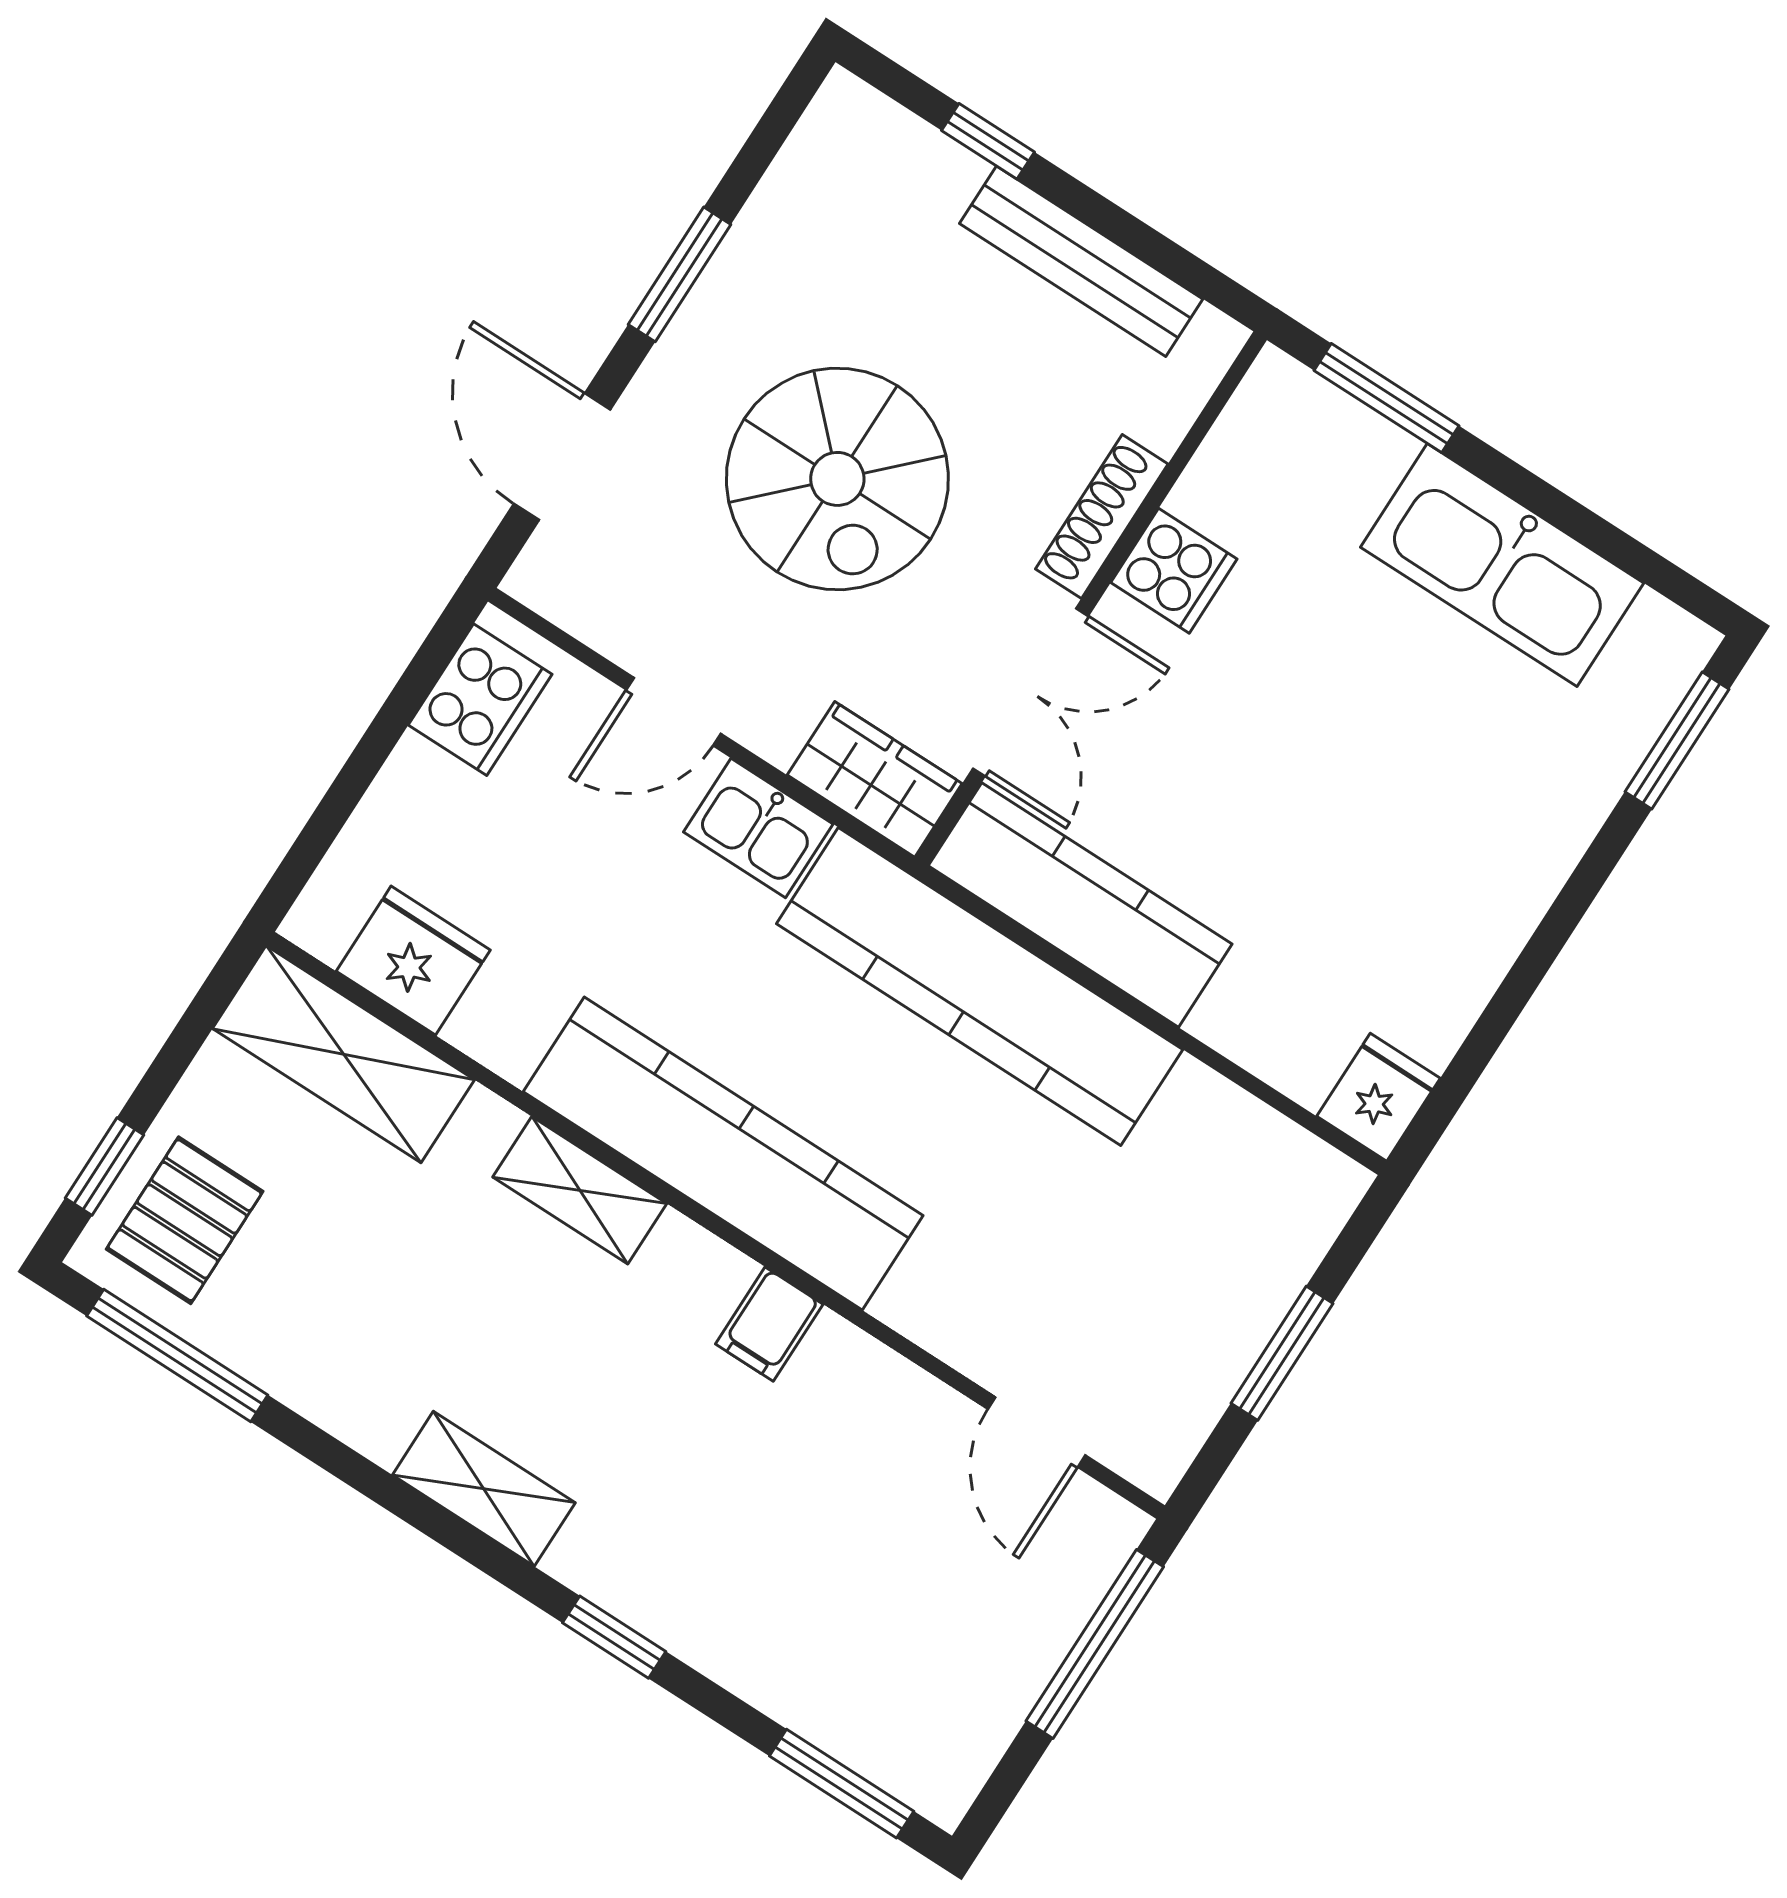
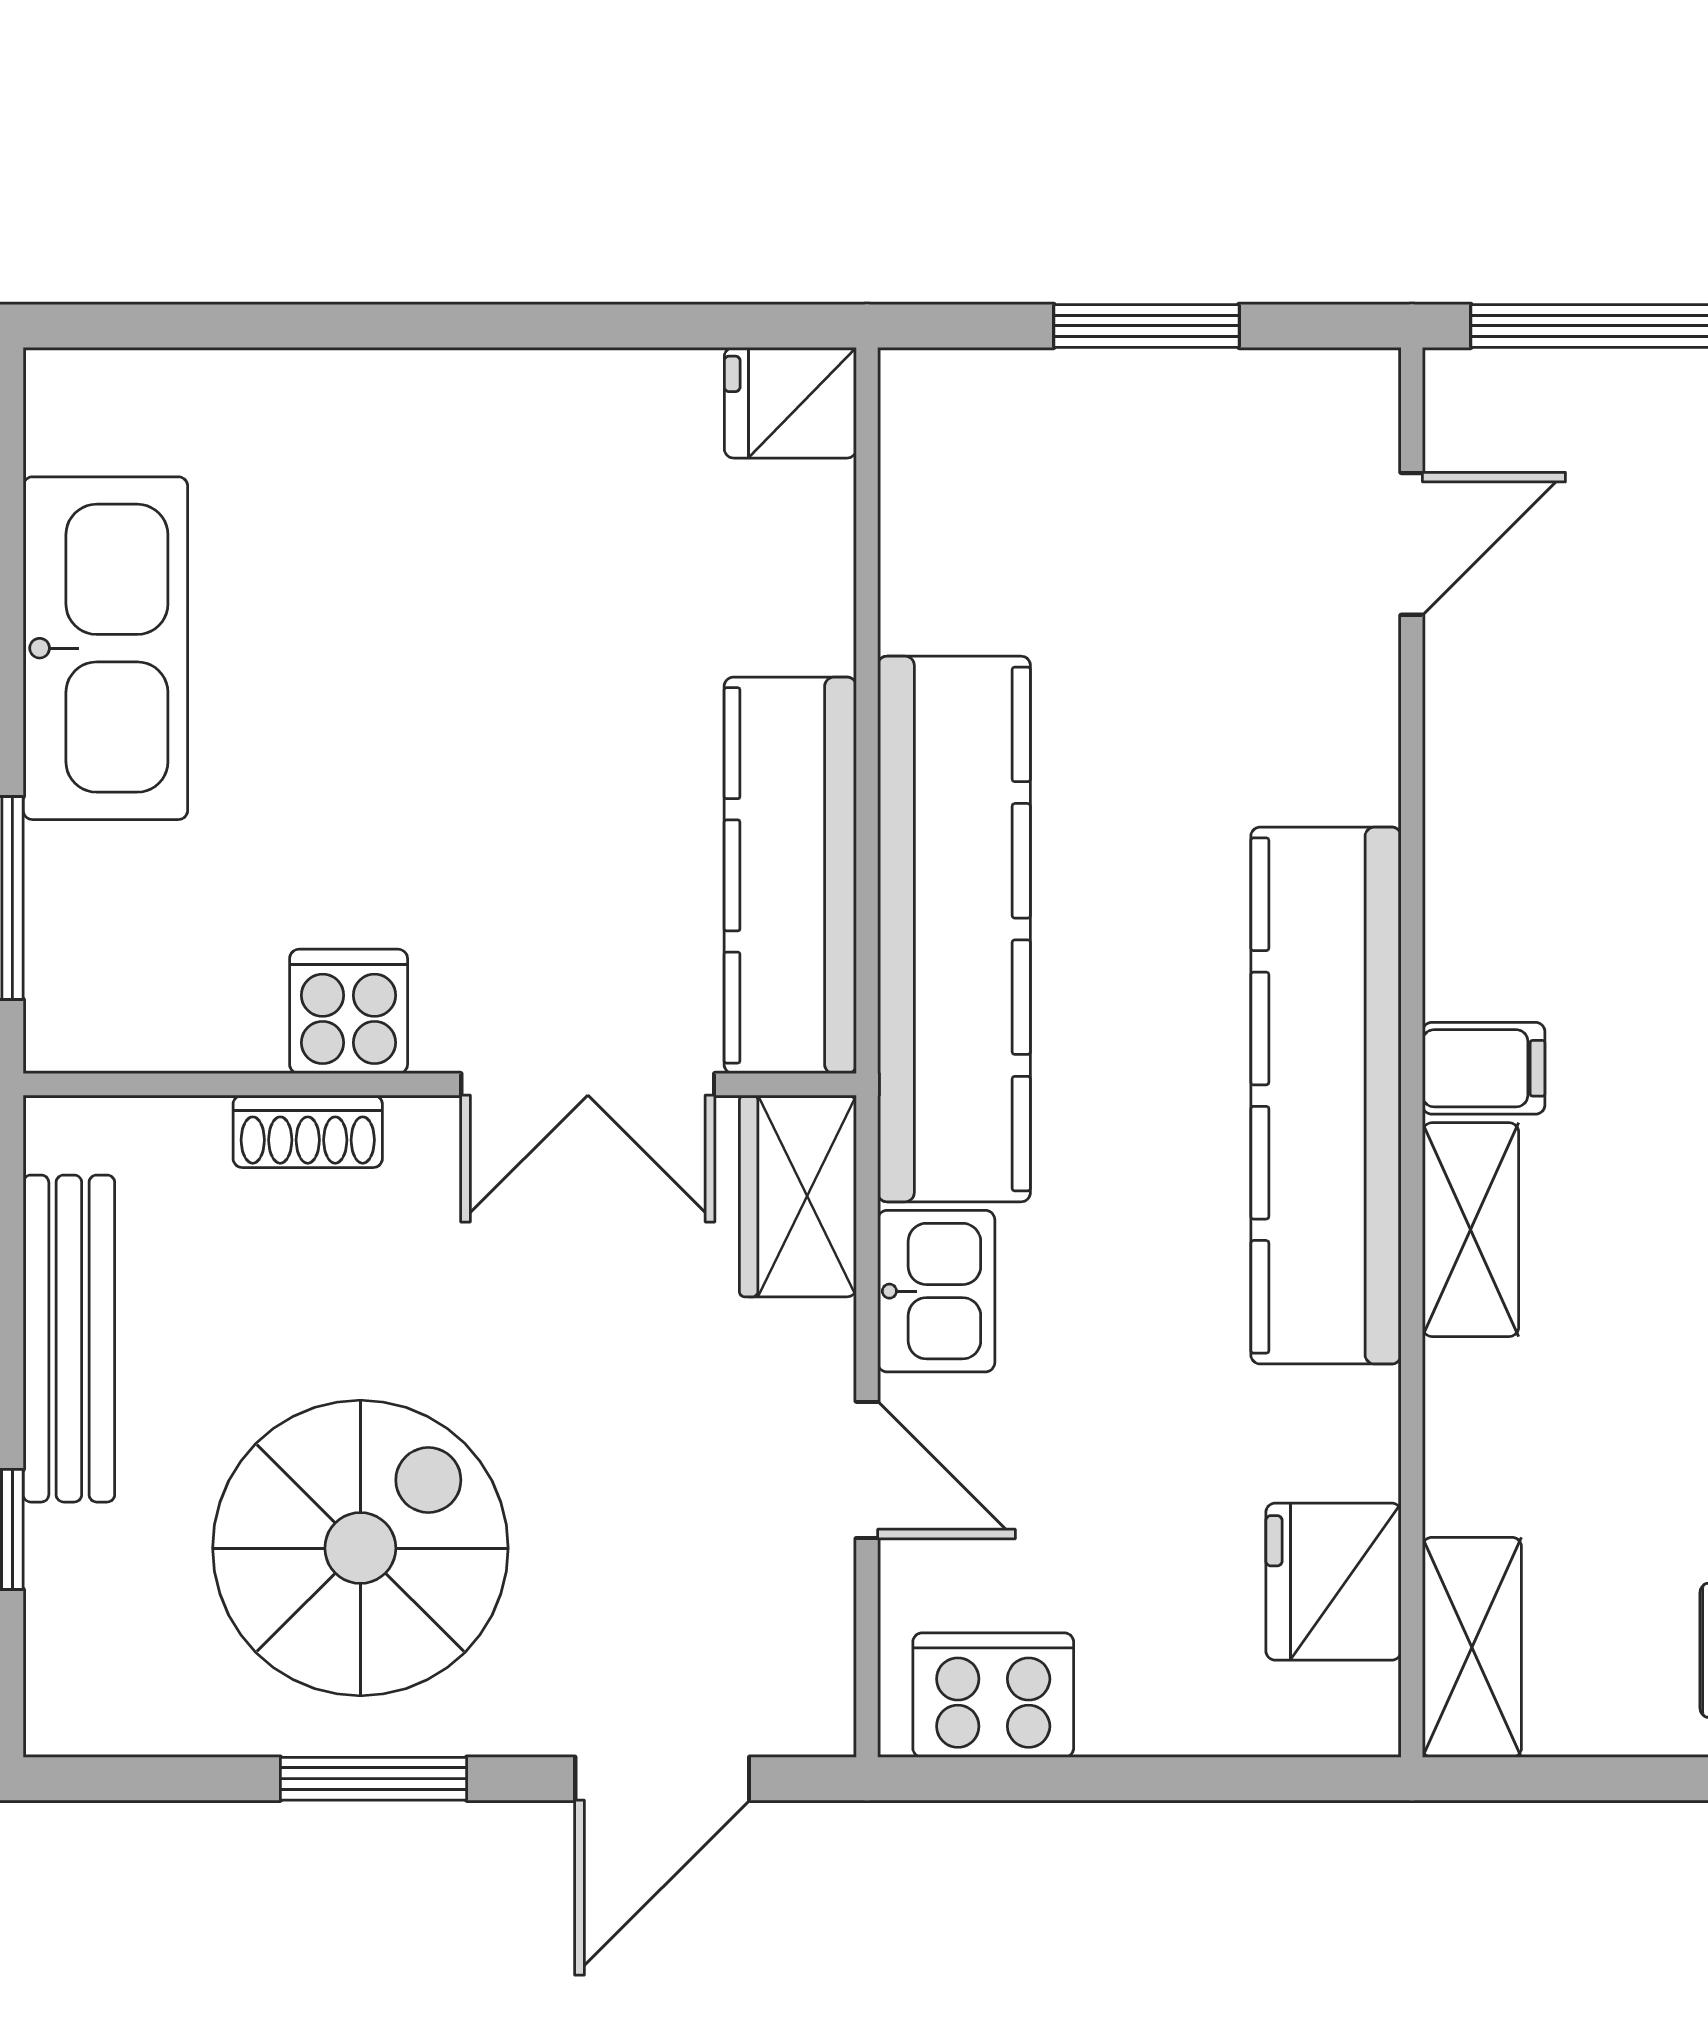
spiral stairs: (837, 479) -> (360, 1548), moved
shoe rack: (1102, 516) -> (308, 1131), width x0.70
double door: (1031, 692) -> (588, 1084), swing flipped
window: (1677, 741) -> (176, 326), removed
shelving: (343, 1054) -> (1472, 1647), width x0.67, depth x0.75
filing cabinet: (769, 1324) -> (1484, 1068), moved

